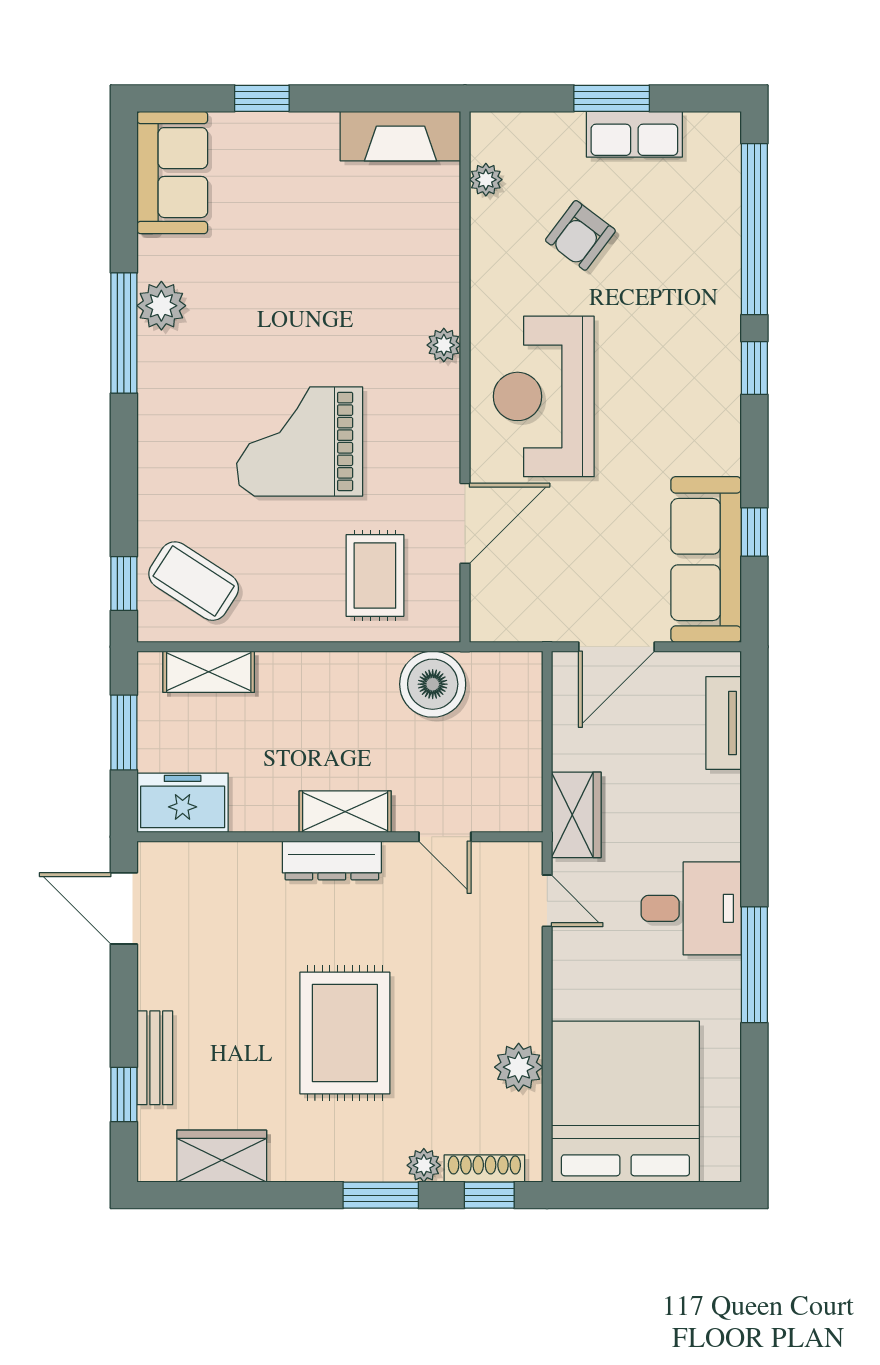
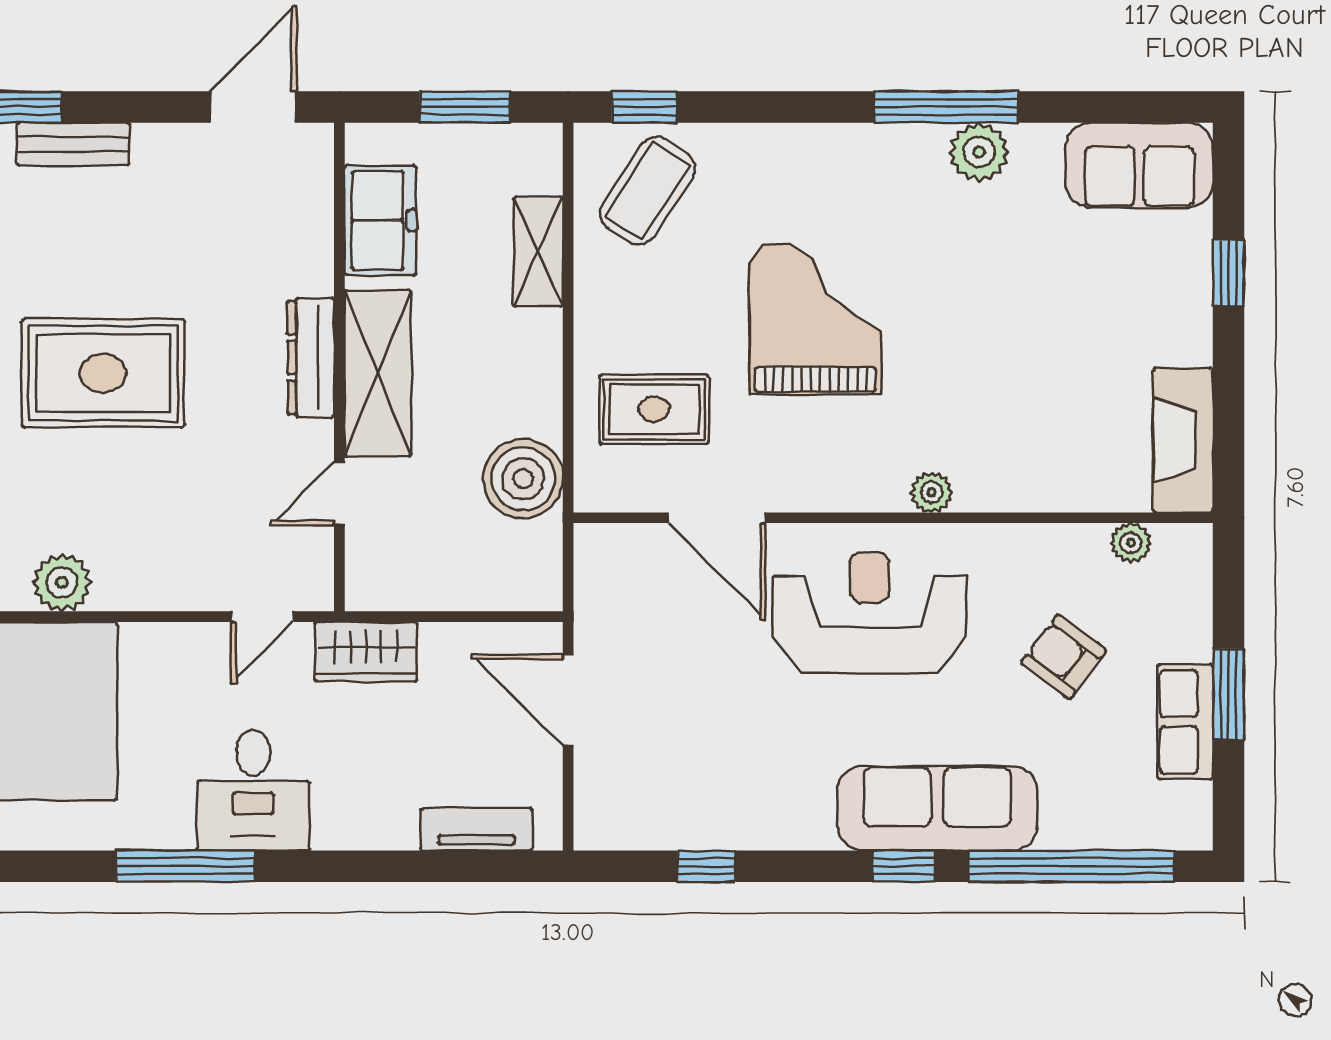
sofa: (706, 559) -> (937, 808), moved
shelving: (209, 672) -> (538, 252), moved
freezer: (183, 803) -> (380, 220), moved
shelving: (345, 812) -> (378, 373), width x1.50, depth x1.33

